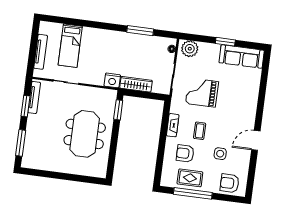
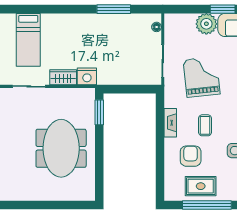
plant: (190, 49) -> (206, 24), moved
wardrobe: (136, 84) -> (63, 77), moved, width x0.67
grand piano: (202, 93) -> (202, 77), turned 84
armchair: (185, 153) -> (191, 156), turned 90

